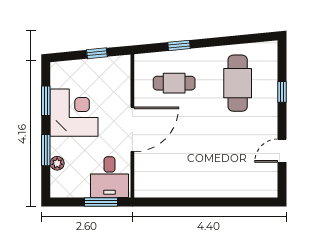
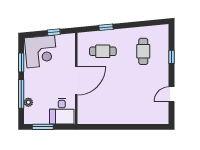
cafe table: (238, 83) -> (143, 51), width x0.73, depth x0.74
corner desk: (74, 113) -> (41, 52), moved, turned 84
window: (46, 150) -> (21, 94), width x1.44
window: (101, 202) -> (43, 127), moved

